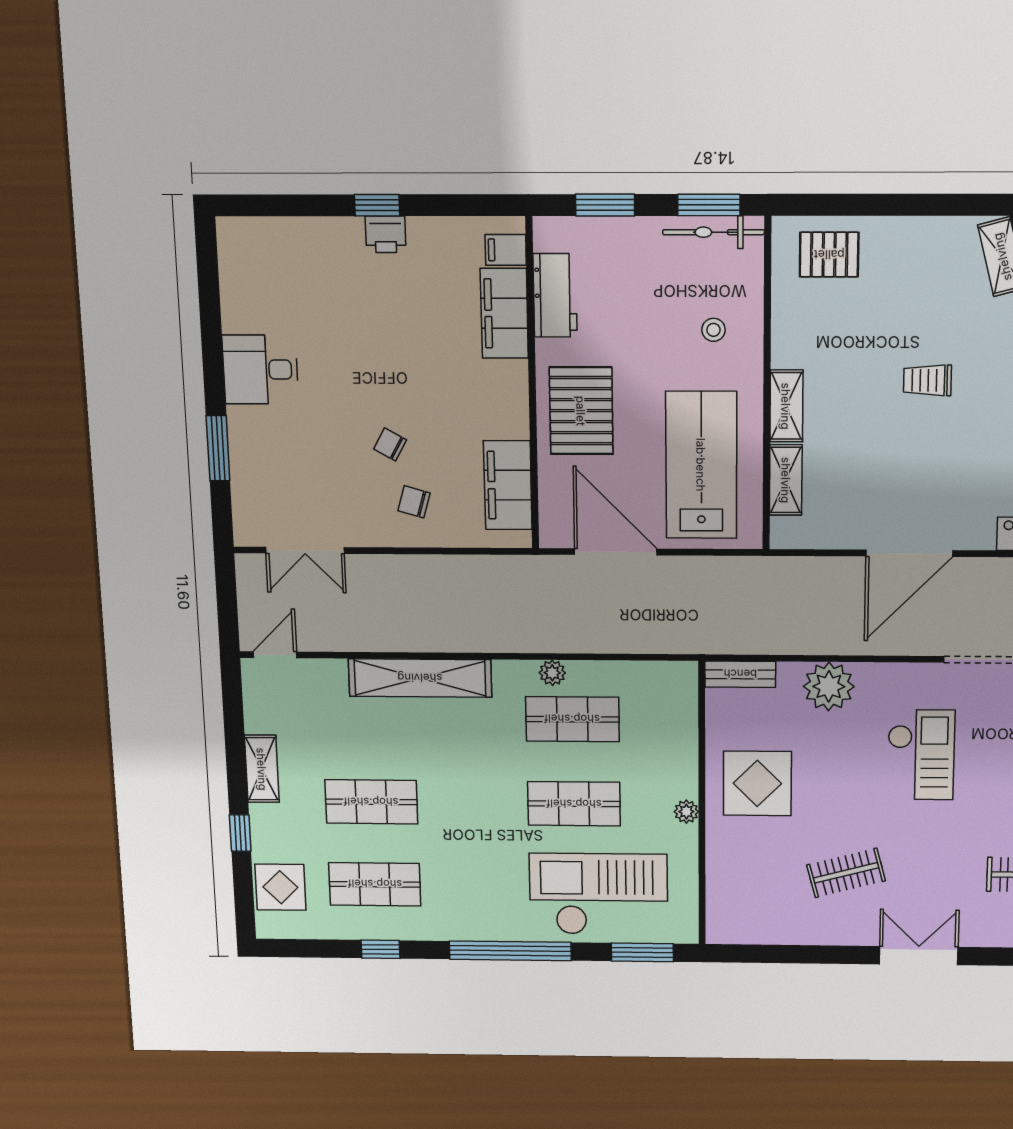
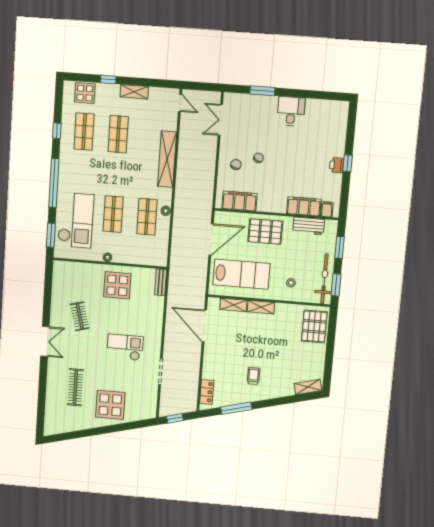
bicycle: (713, 232) -> (324, 279), width x1.37, depth x1.40
pallet: (829, 255) -> (314, 326), width x1.50, depth x1.42
trolley: (927, 380) -> (253, 376), moved
door: (909, 553) -> (204, 326), moved
plant: (829, 686) -> (154, 315), removed
checkout: (921, 755) -> (125, 347), turned 180

